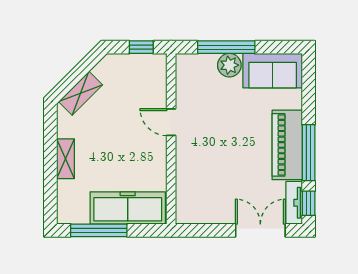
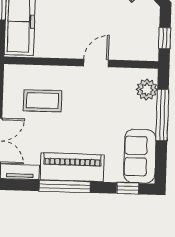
plant: (229, 65) -> (147, 90), moved
coffee table: (215, 180) -> (42, 101), added
window: (309, 203) -> (128, 188), moved

